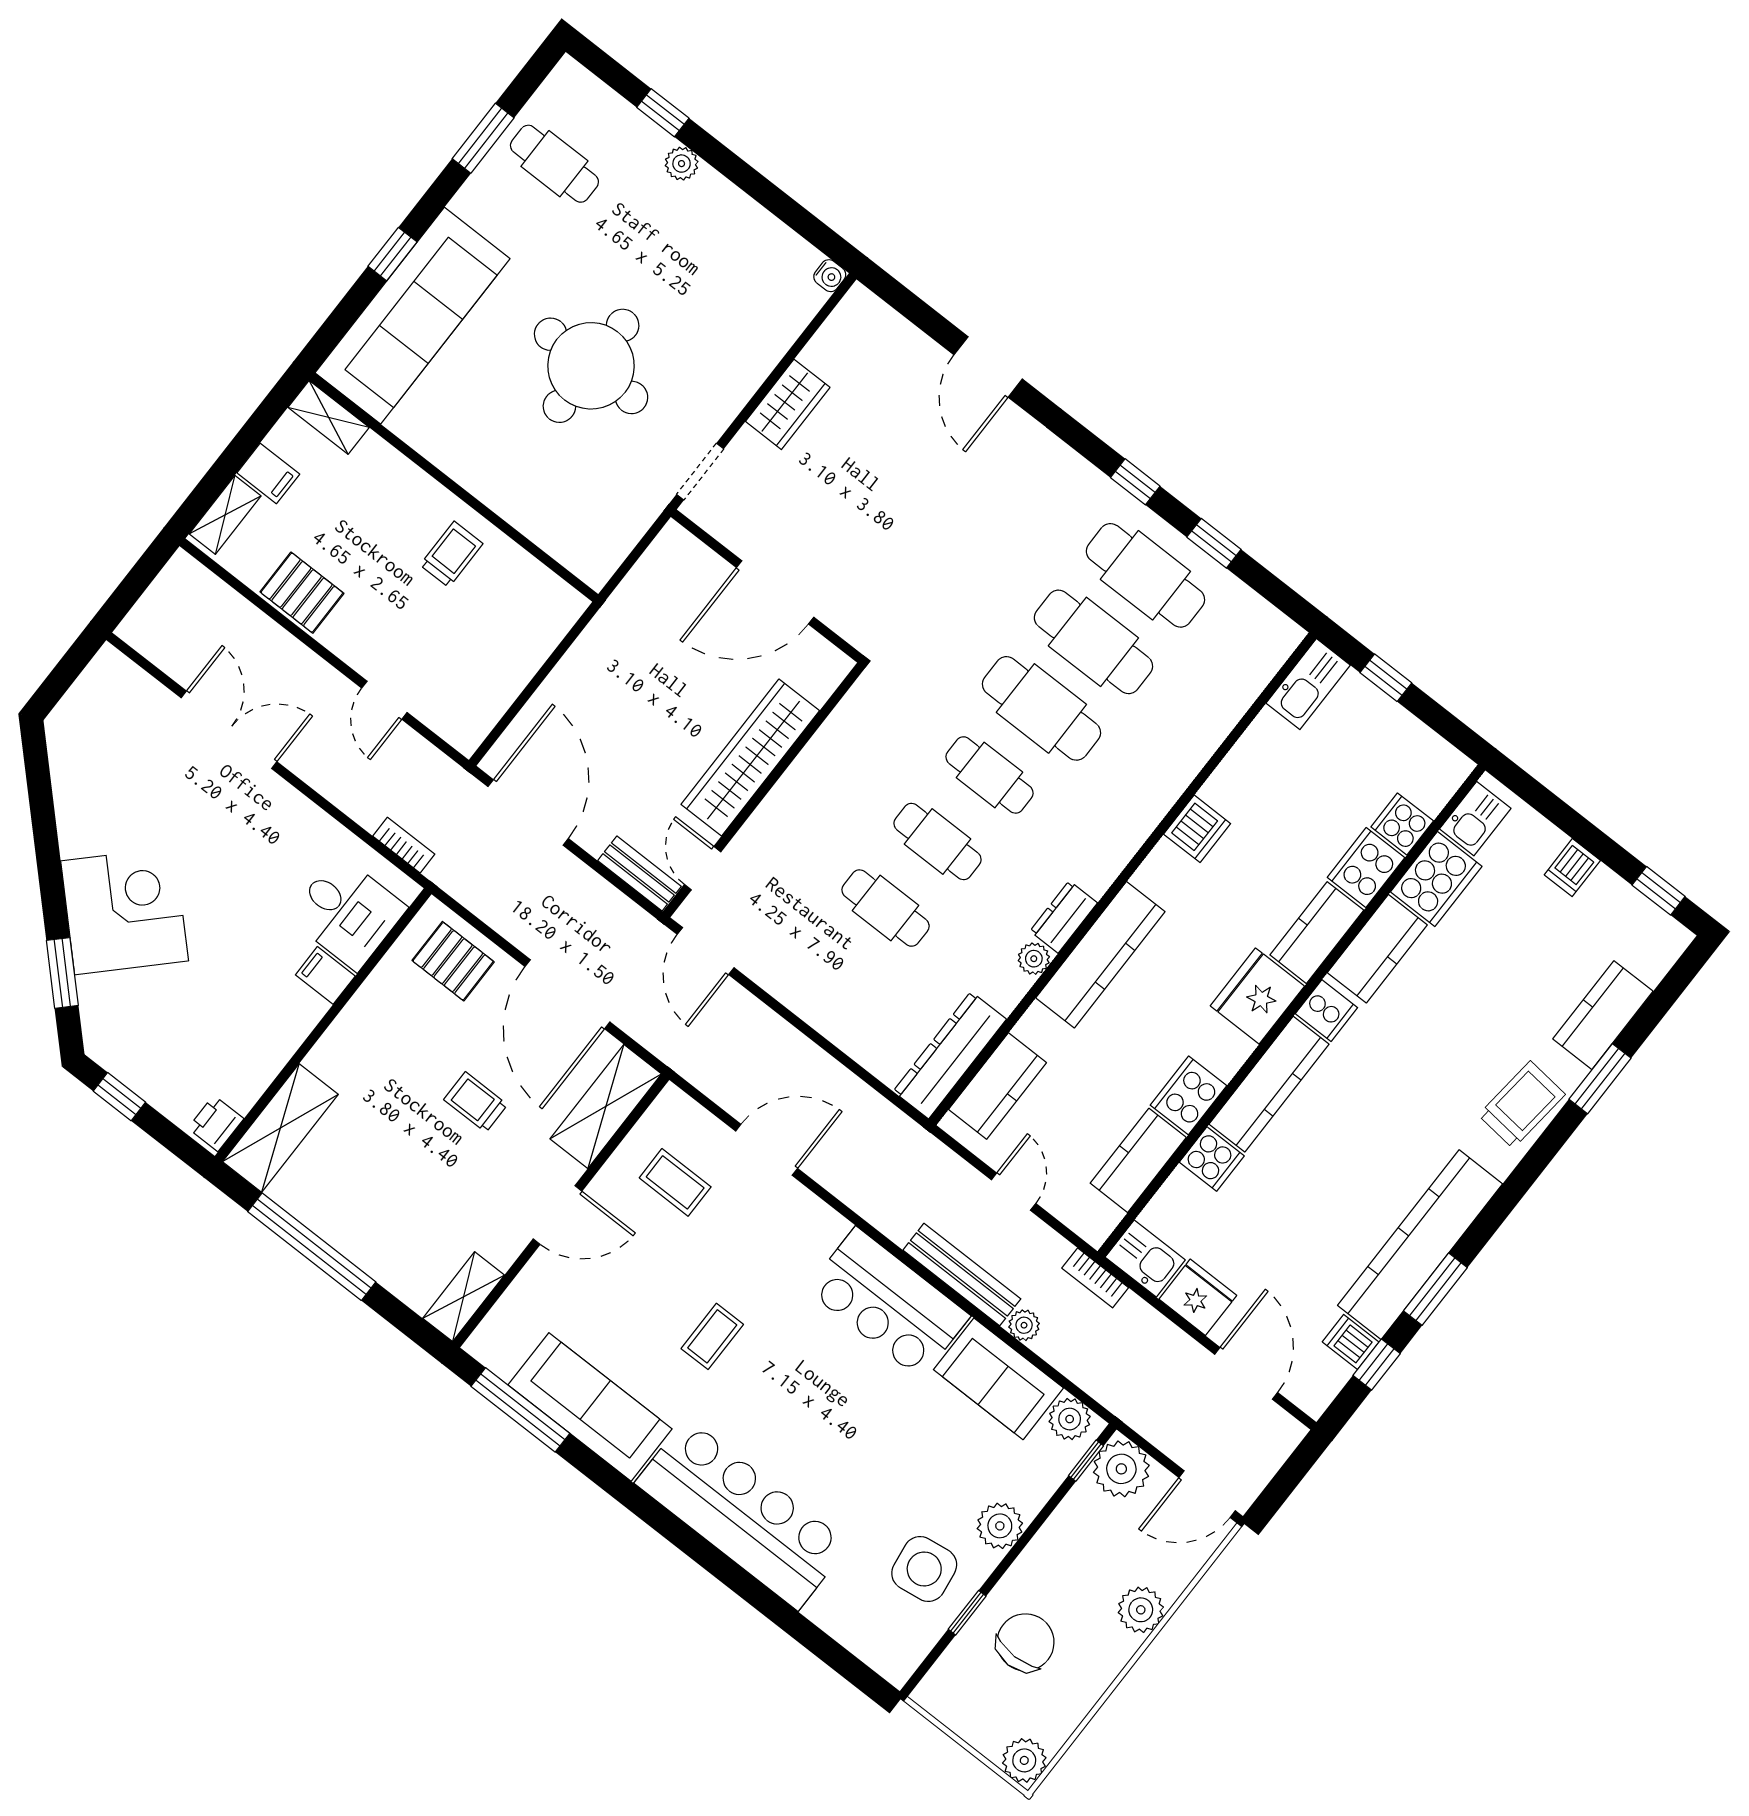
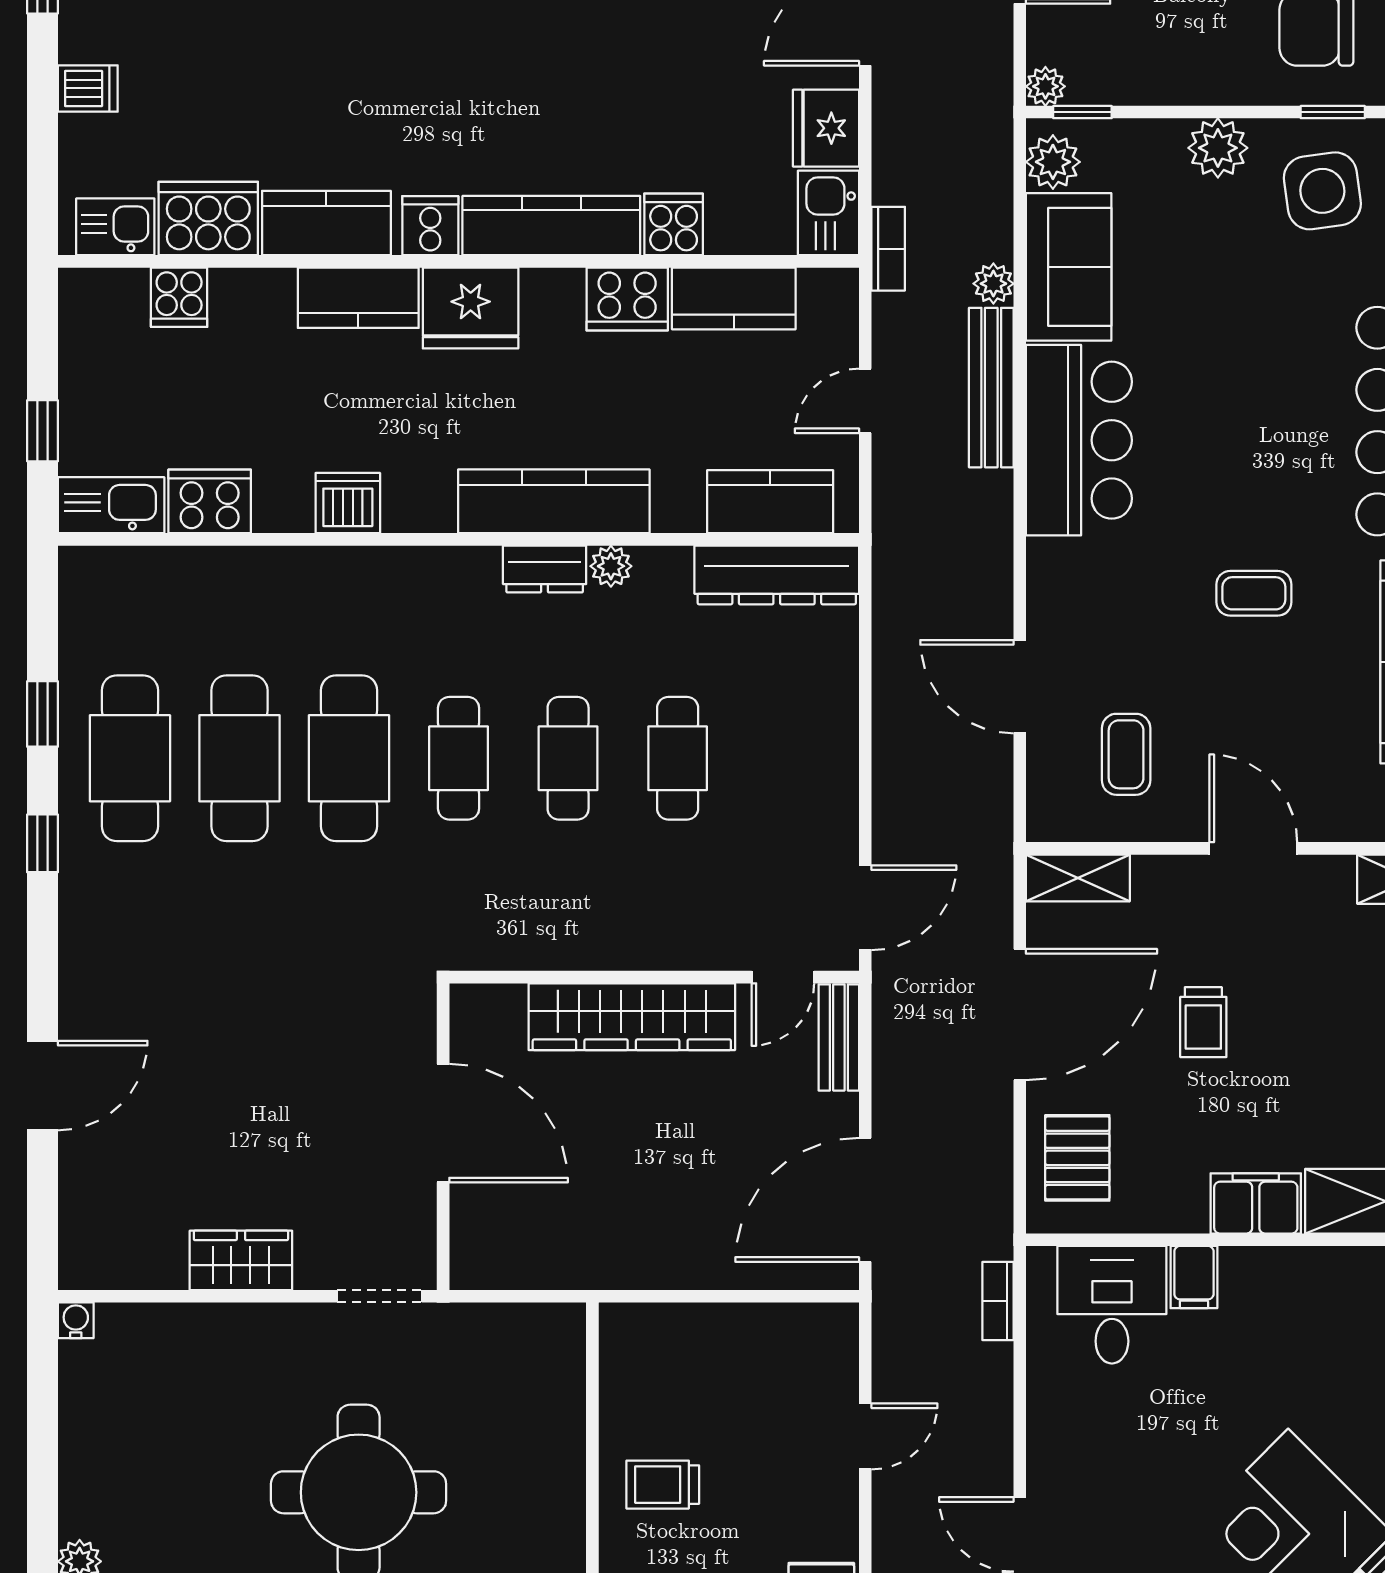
cooker: (1366, 868) -> (210, 501), moved, turned 180
filing cabinet: (341, 1048) -> (1256, 1203), added
shelving: (606, 1106) -> (1078, 878), width x0.67, depth x0.75
plant: (1121, 1469) -> (1045, 86), width x0.53, depth x0.53

